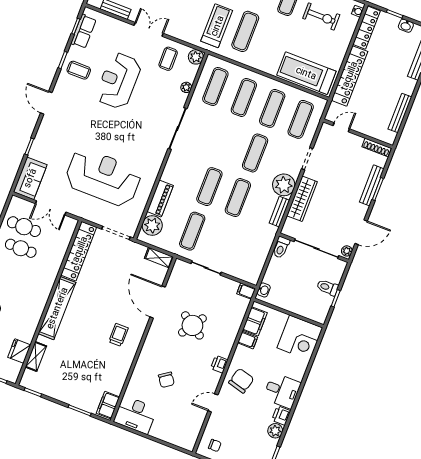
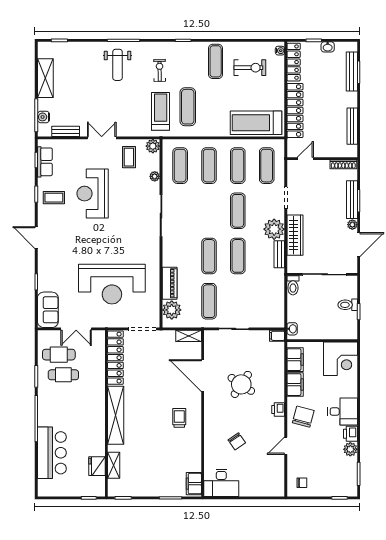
reception desk: (103, 177) -> (112, 284), turned 180
plant: (347, 251) -> (352, 225), moved
filing cabinet: (248, 340) -> (295, 385), width x2.00

